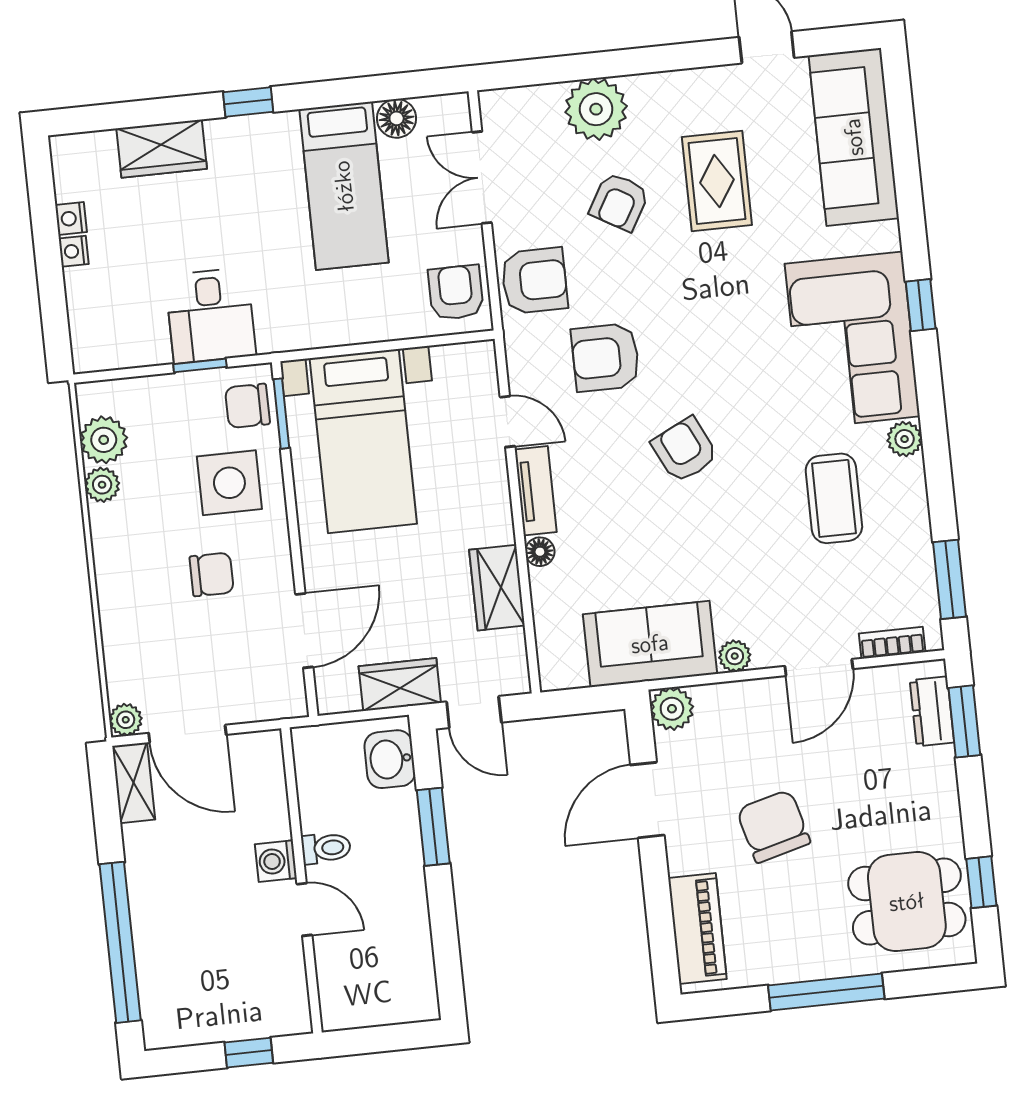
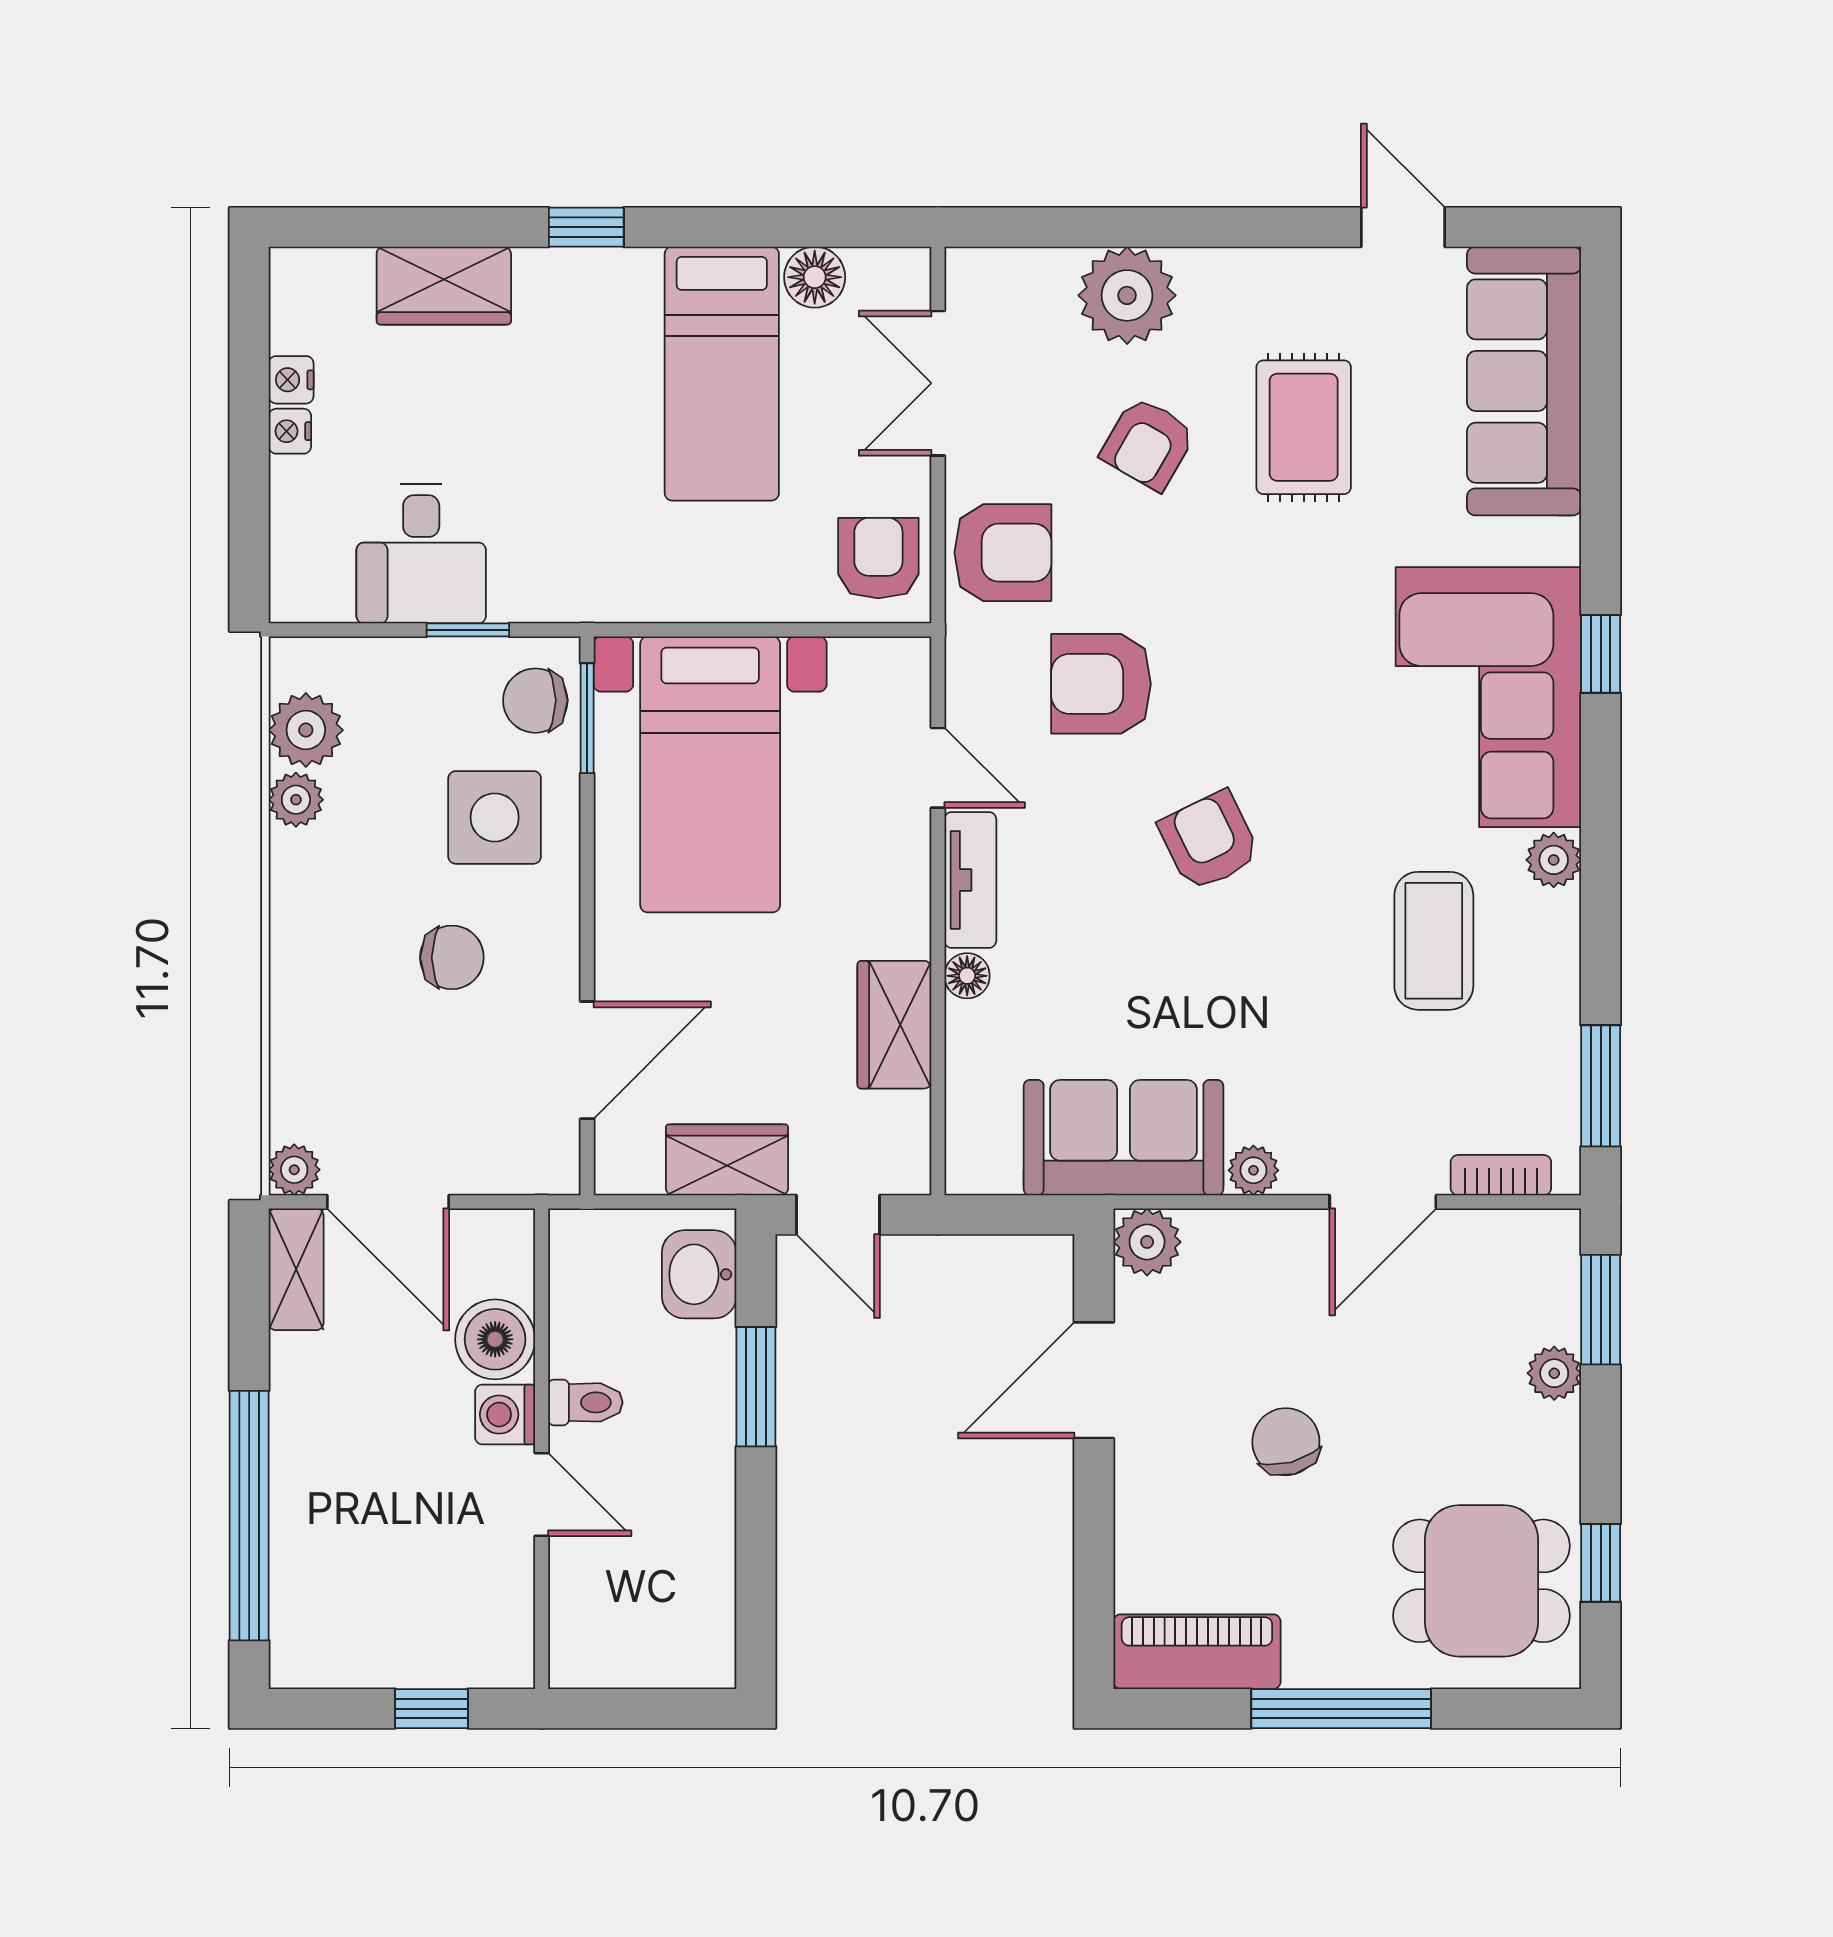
desk: (211, 315) -> (421, 554), moved
dresser: (932, 711) -> (1552, 1289), removed
plant: (939, 765) -> (1554, 1373), added
boiler: (265, 814) -> (495, 1339), added
chair: (773, 826) -> (1286, 1442), width x0.73, depth x0.73
piano: (697, 928) -> (1197, 1652), moved, turned -90

